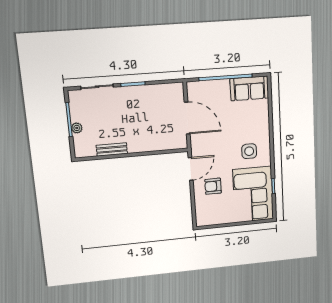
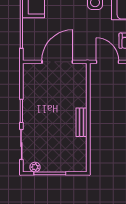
plant: (77, 128) -> (35, 167), moved
bench: (112, 149) -> (81, 122), moved

